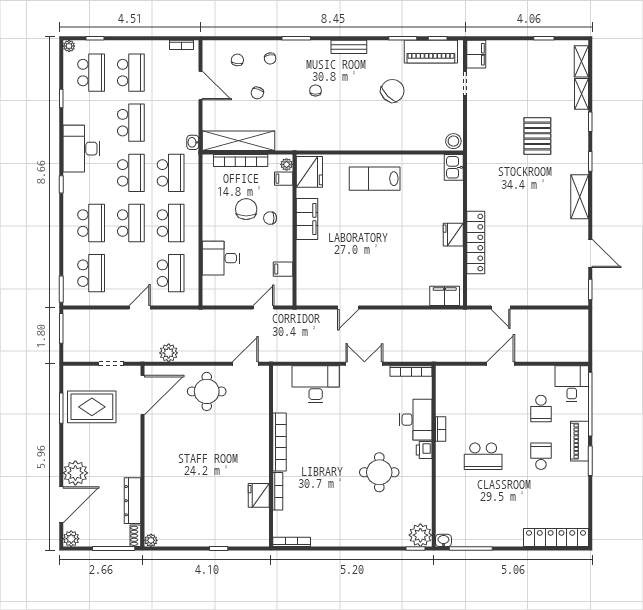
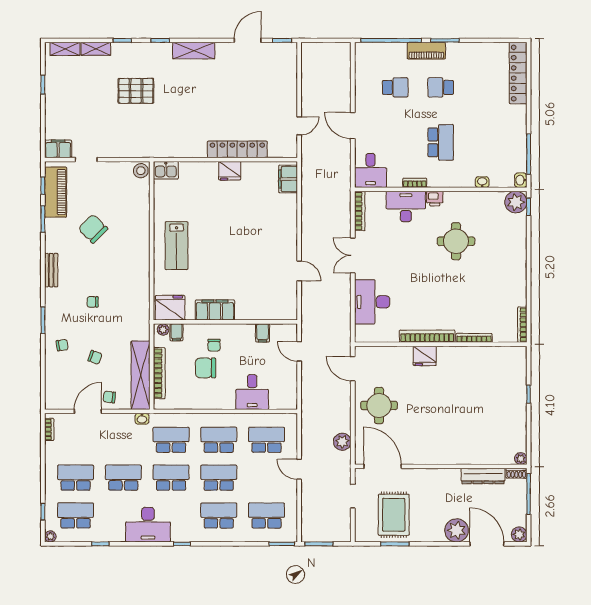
chair: (237, 60) -> (109, 397), moved
desk: (572, 384) -> (370, 170), moved, turned -90
fridge: (259, 495) -> (425, 356), moved
washbasin: (441, 500) -> (482, 182), added

